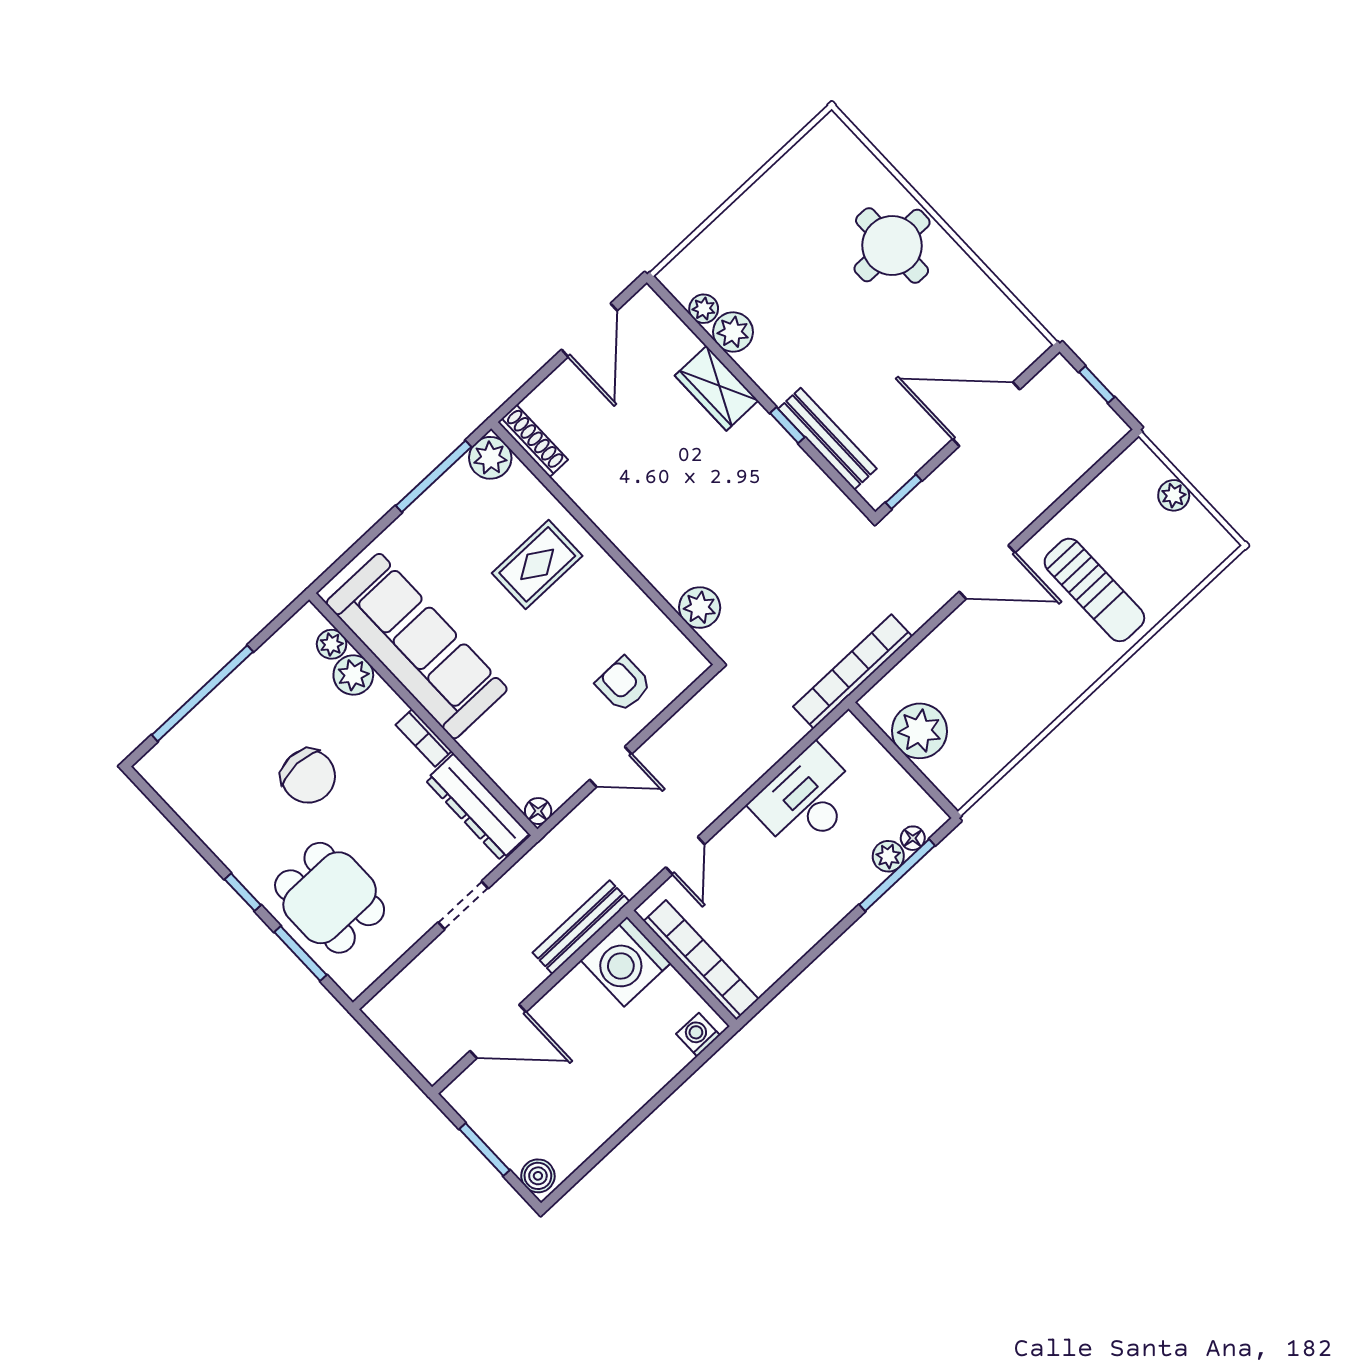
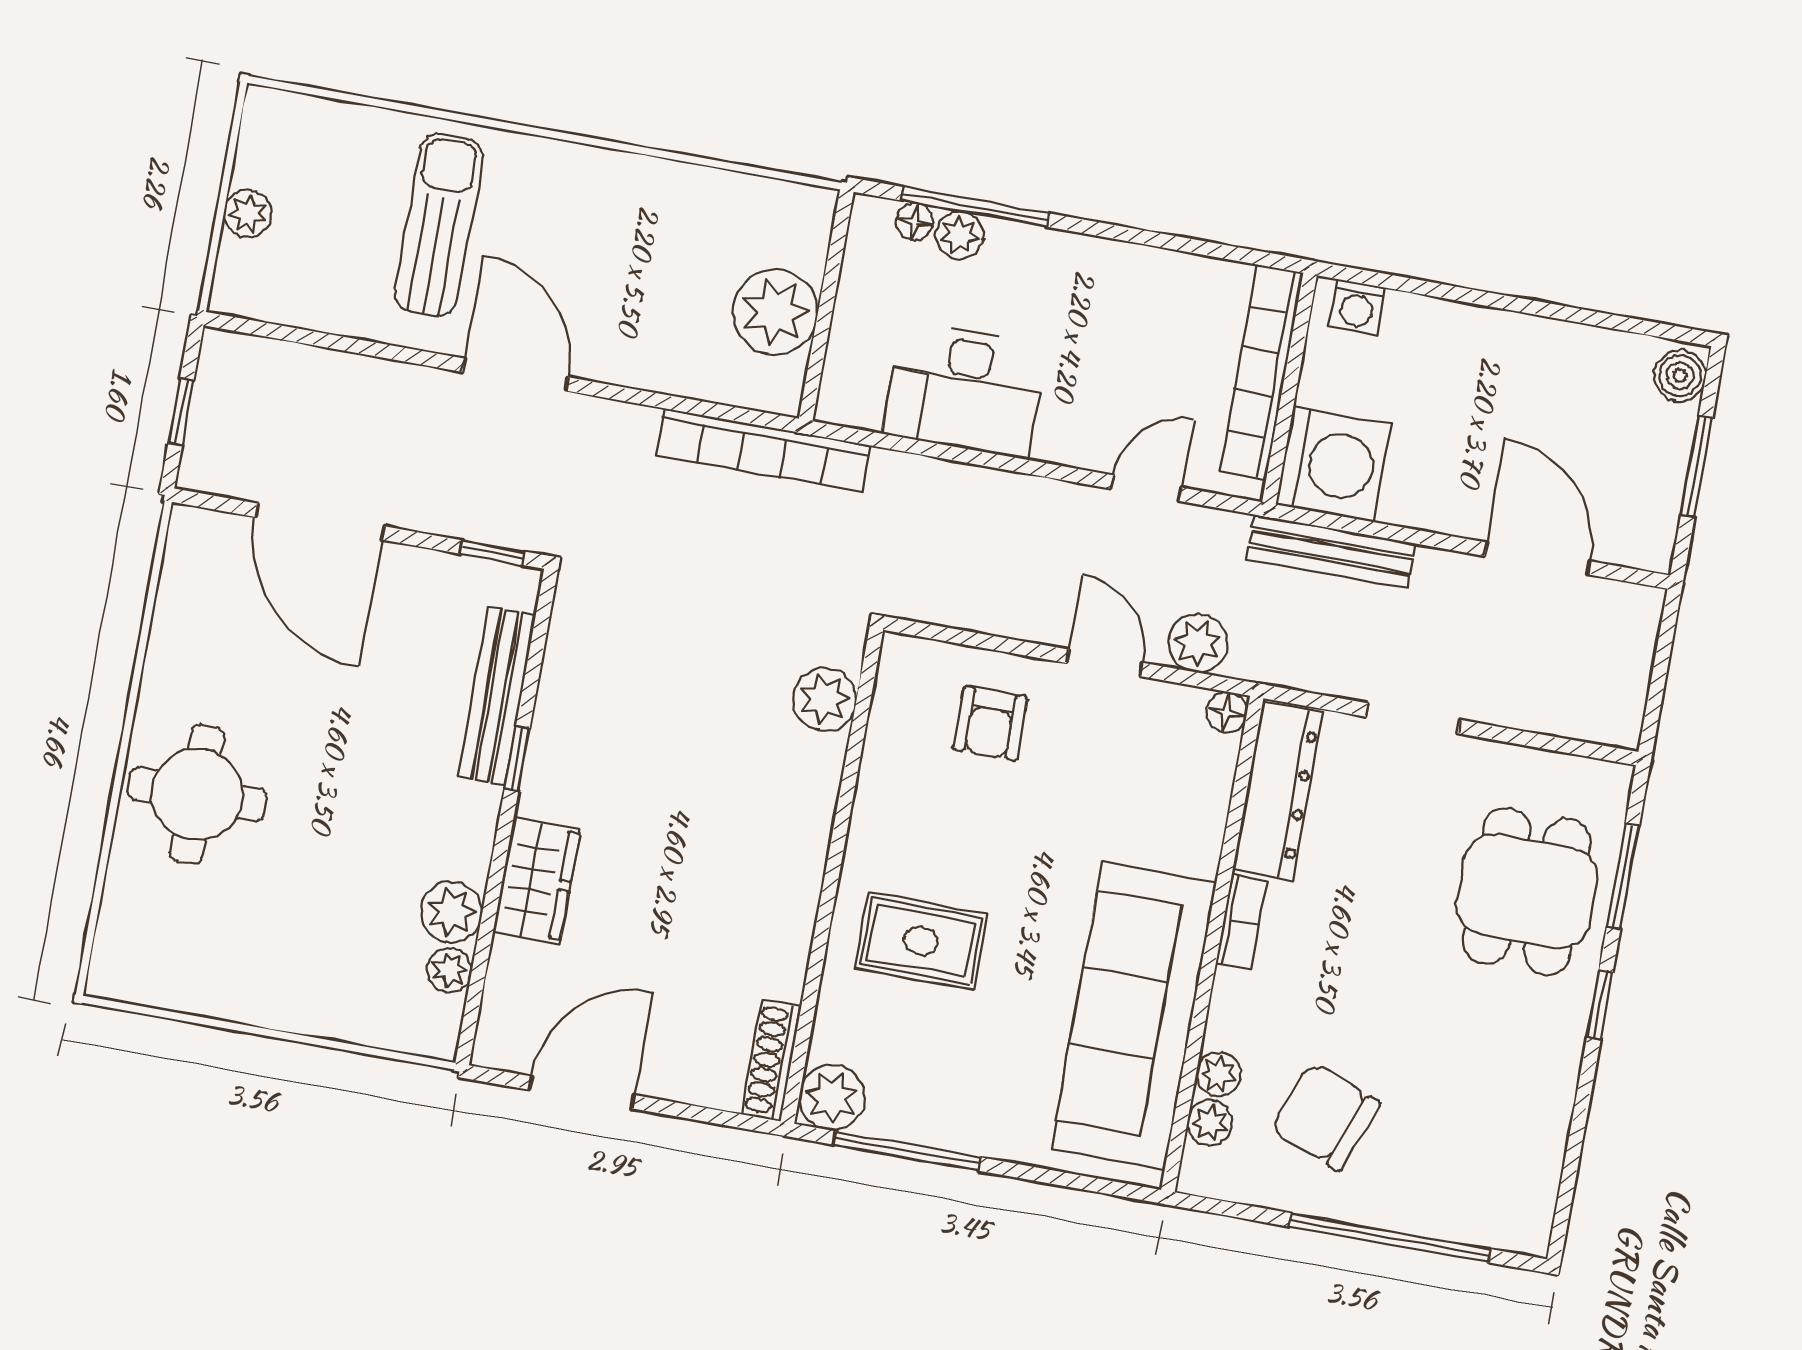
plant: (353, 675) -> (1218, 1074), width x0.73, depth x0.73
chair: (308, 776) -> (1326, 1116), moved, turned -69
plant: (585, 823) -> (1198, 643), added

